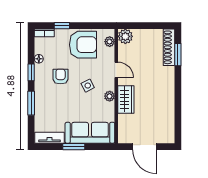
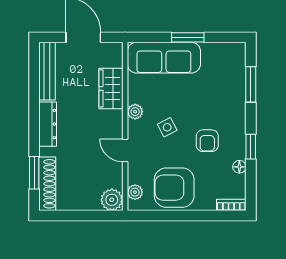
window: (62, 26) -> (205, 216), removed
dresser: (169, 88) -> (48, 124), added
wardrobe: (126, 99) -> (111, 88), moved
window: (31, 103) -> (251, 84), moved
bench: (169, 124) -> (47, 71), added
tv unit: (50, 138) -> (224, 50), removed

